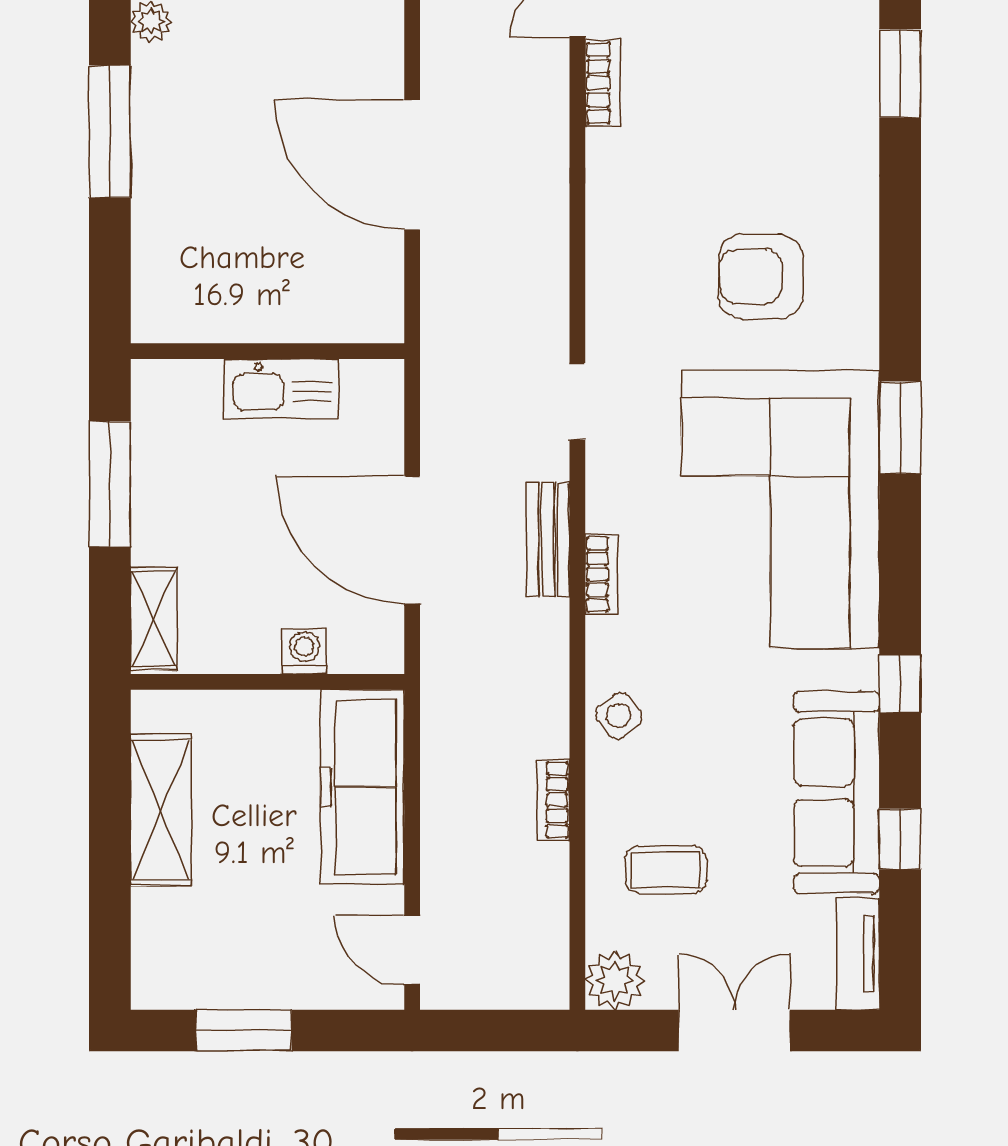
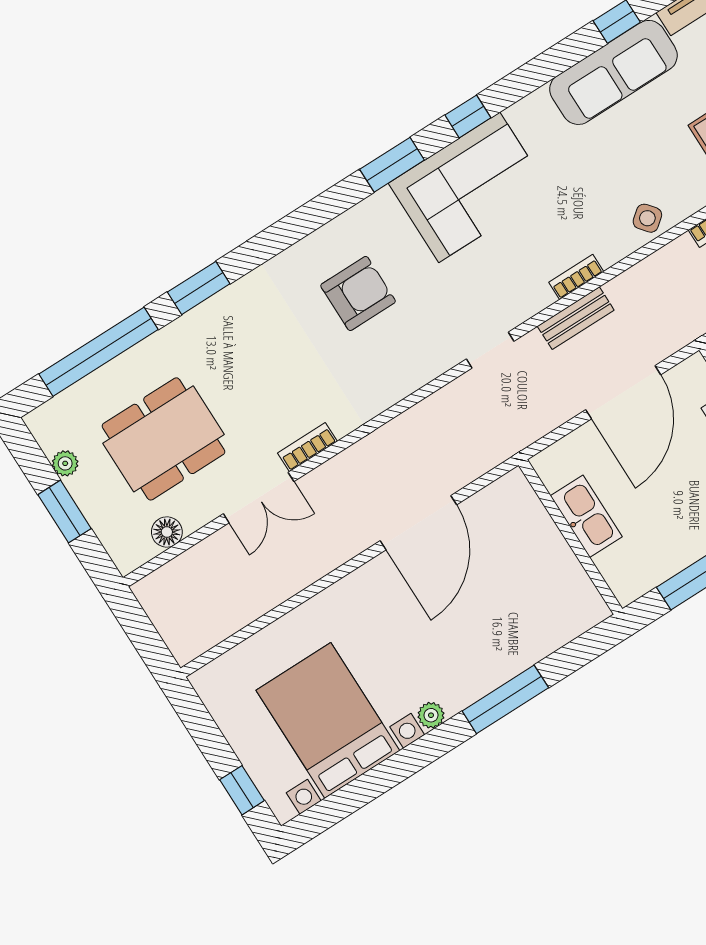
armchair: (761, 276) -> (358, 293), turned -90
corner sofa: (780, 509) -> (469, 187), width x0.73, depth x0.74
window: (900, 684) -> (468, 116), moved

